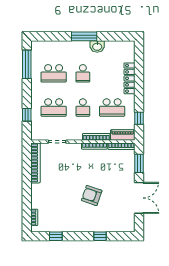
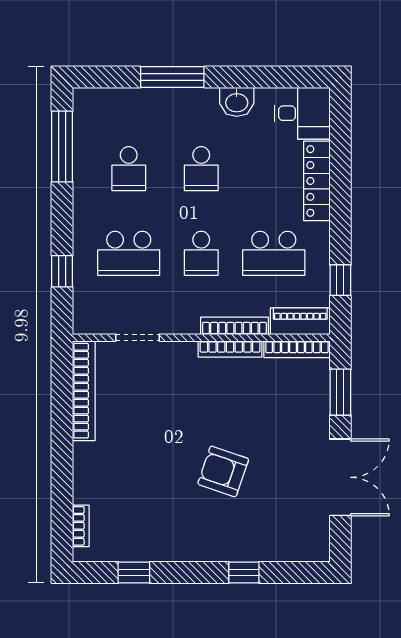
window: (84, 36) -> (172, 77), moved
desk: (123, 51) -> (302, 113), added
school desk: (54, 73) -> (129, 169), width x0.54

